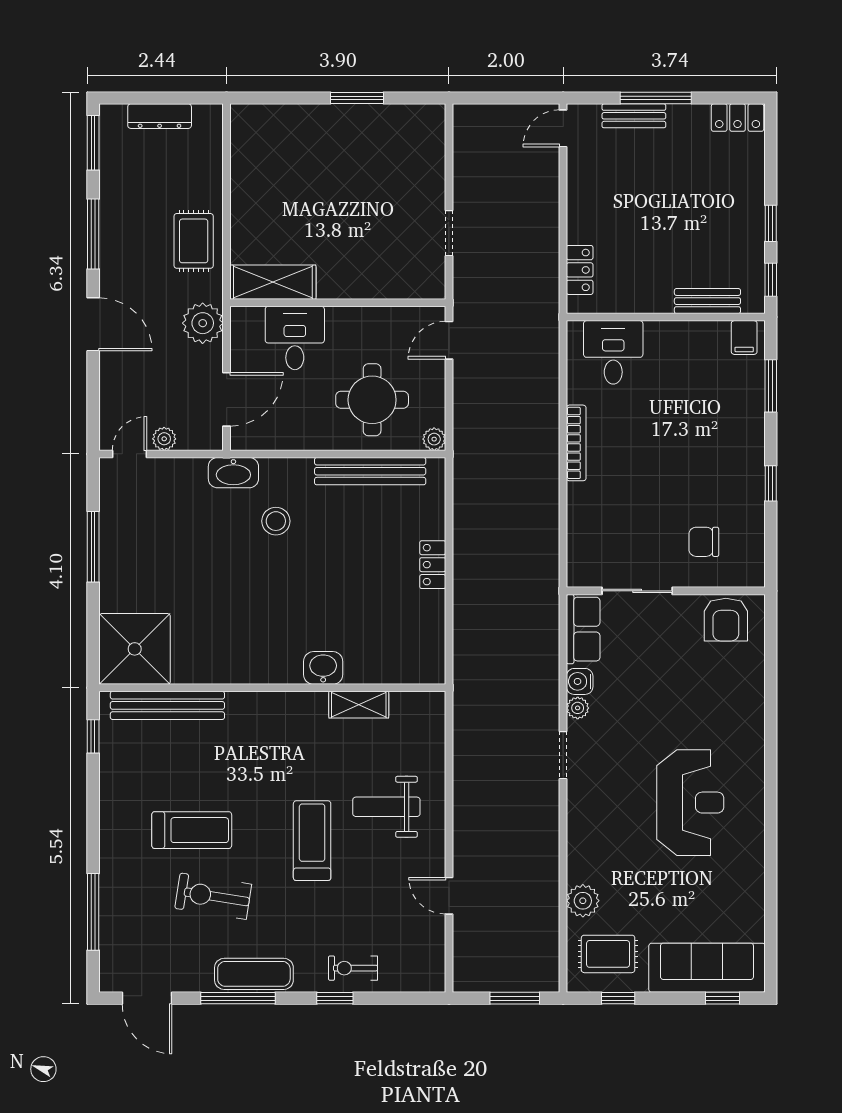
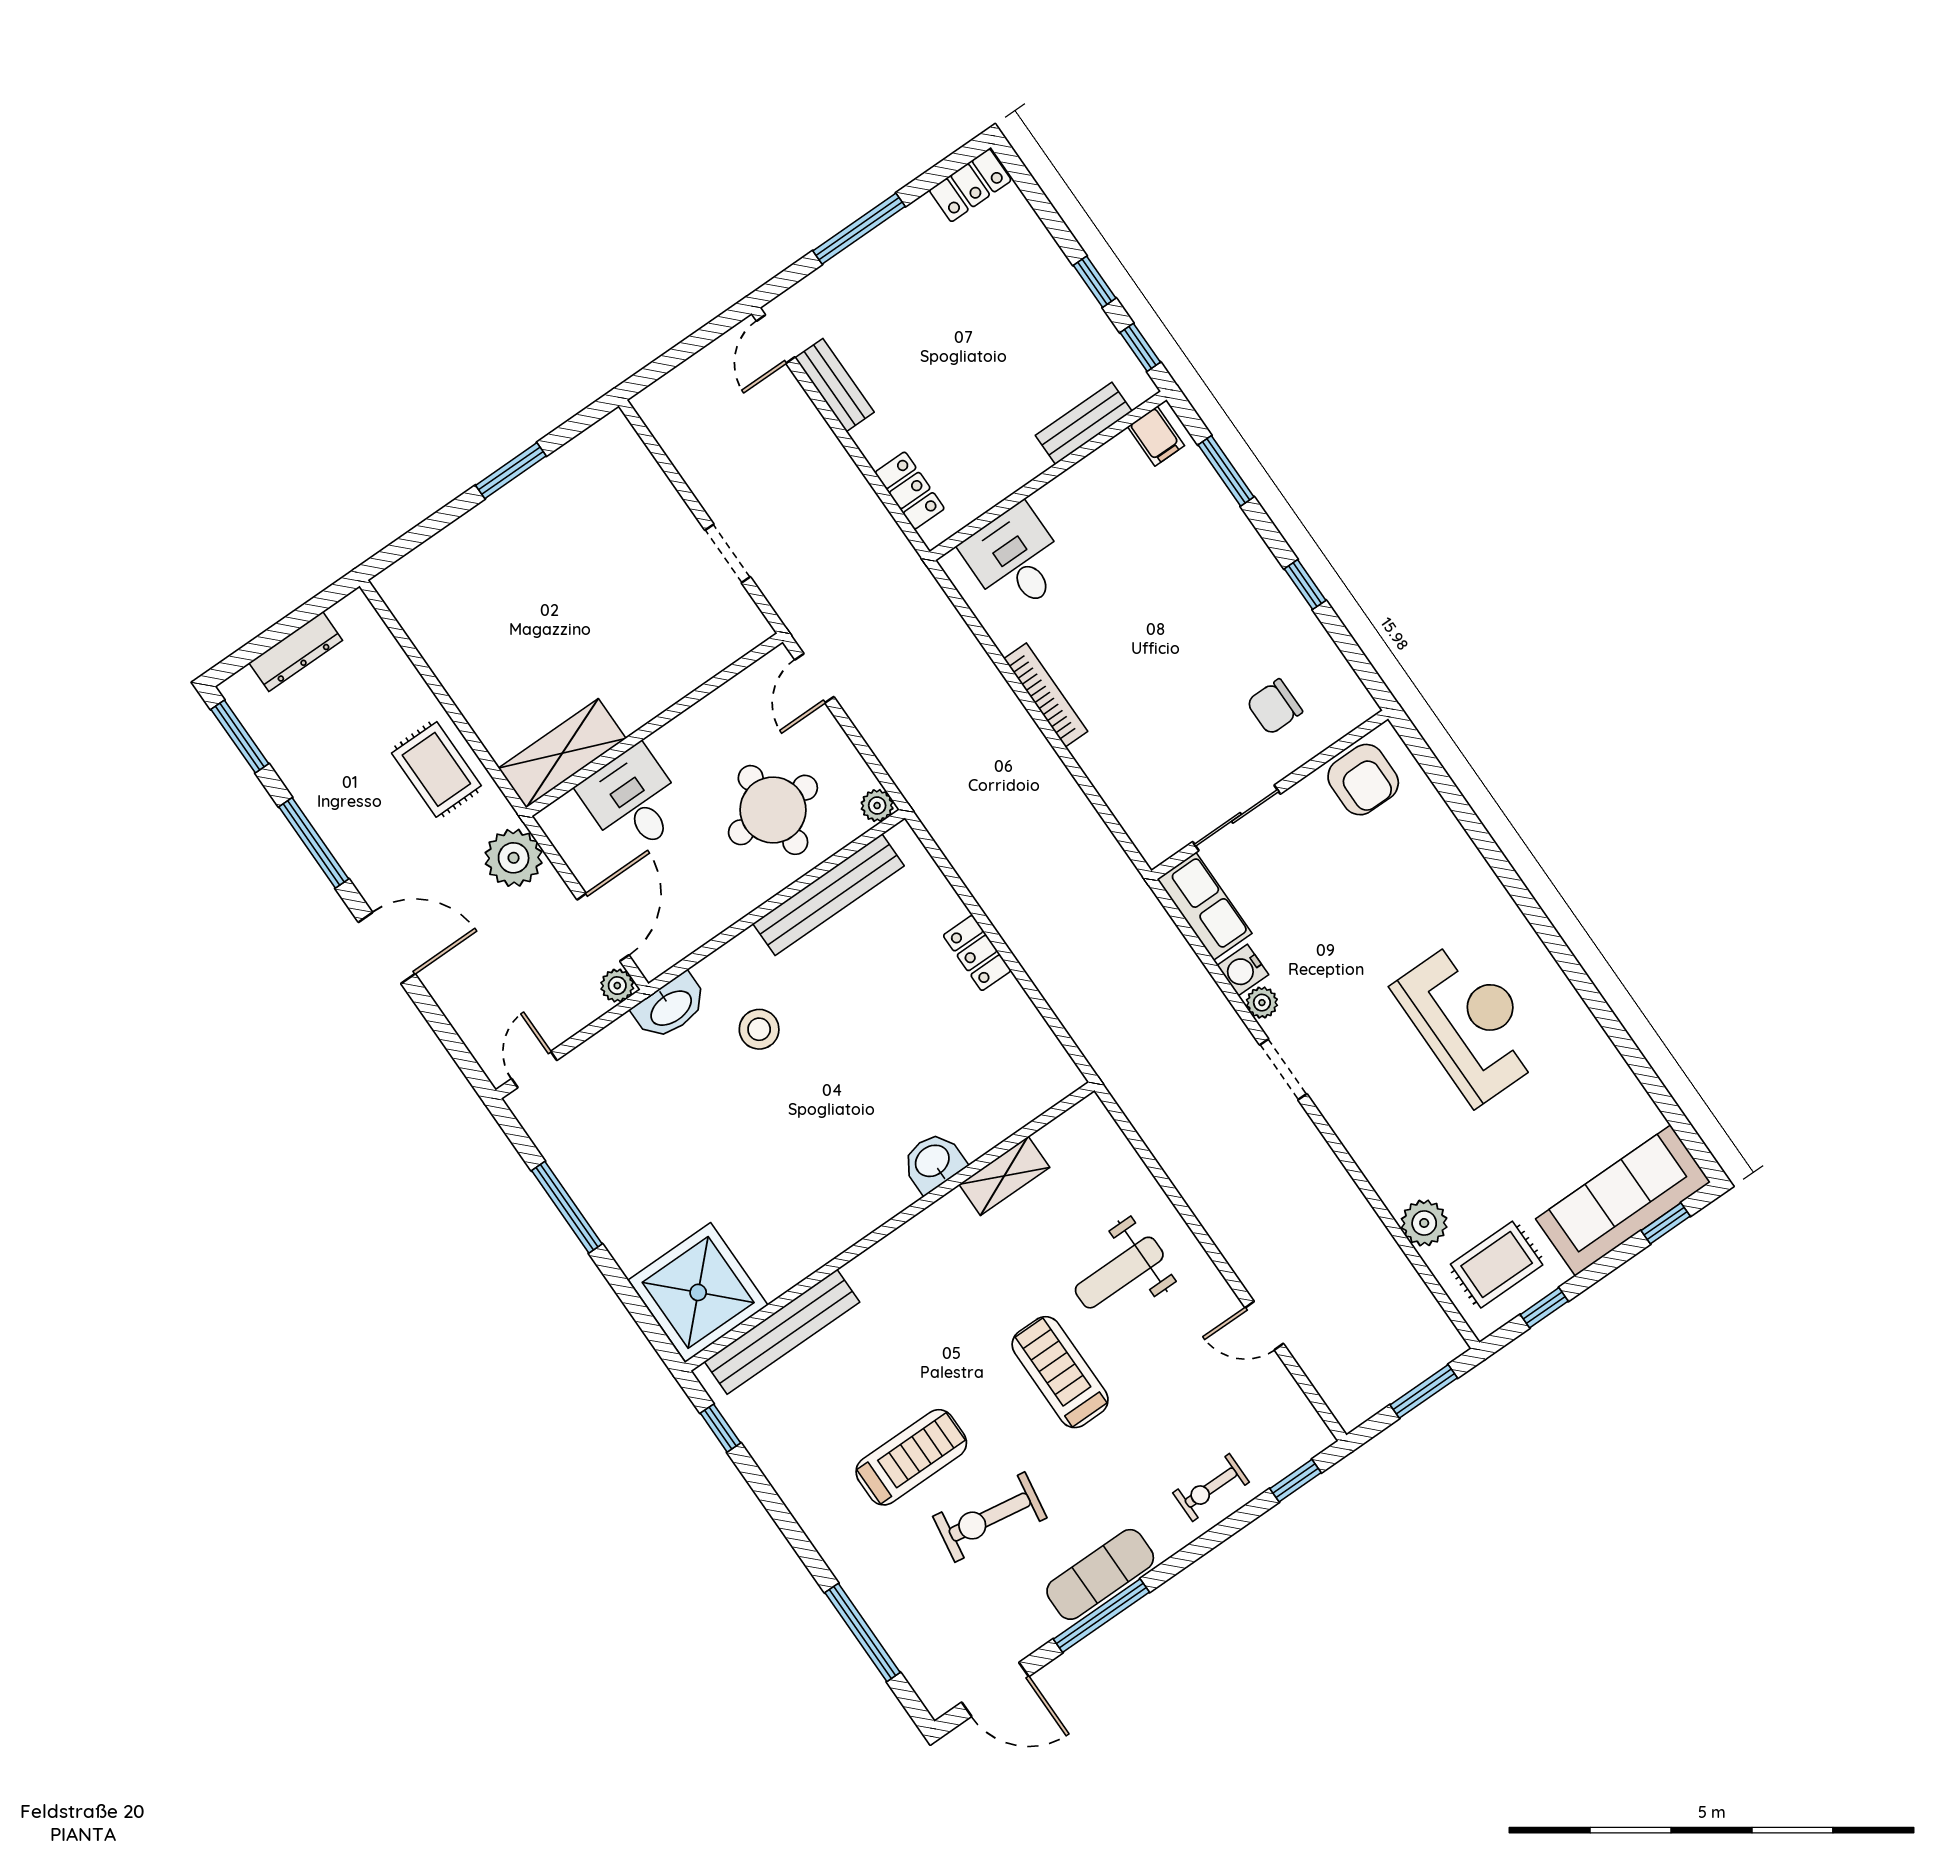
bench: (634, 116) -> (835, 385), moved, turned 90
plant: (164, 439) -> (617, 986), moved
window: (335, 998) -> (1295, 1481), moved

